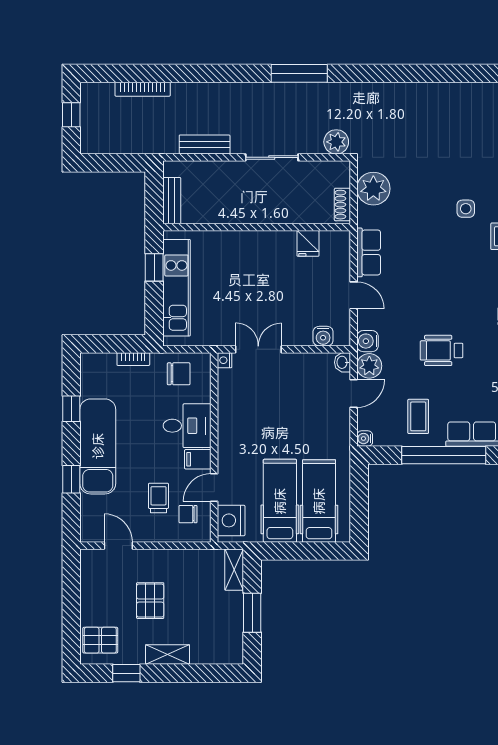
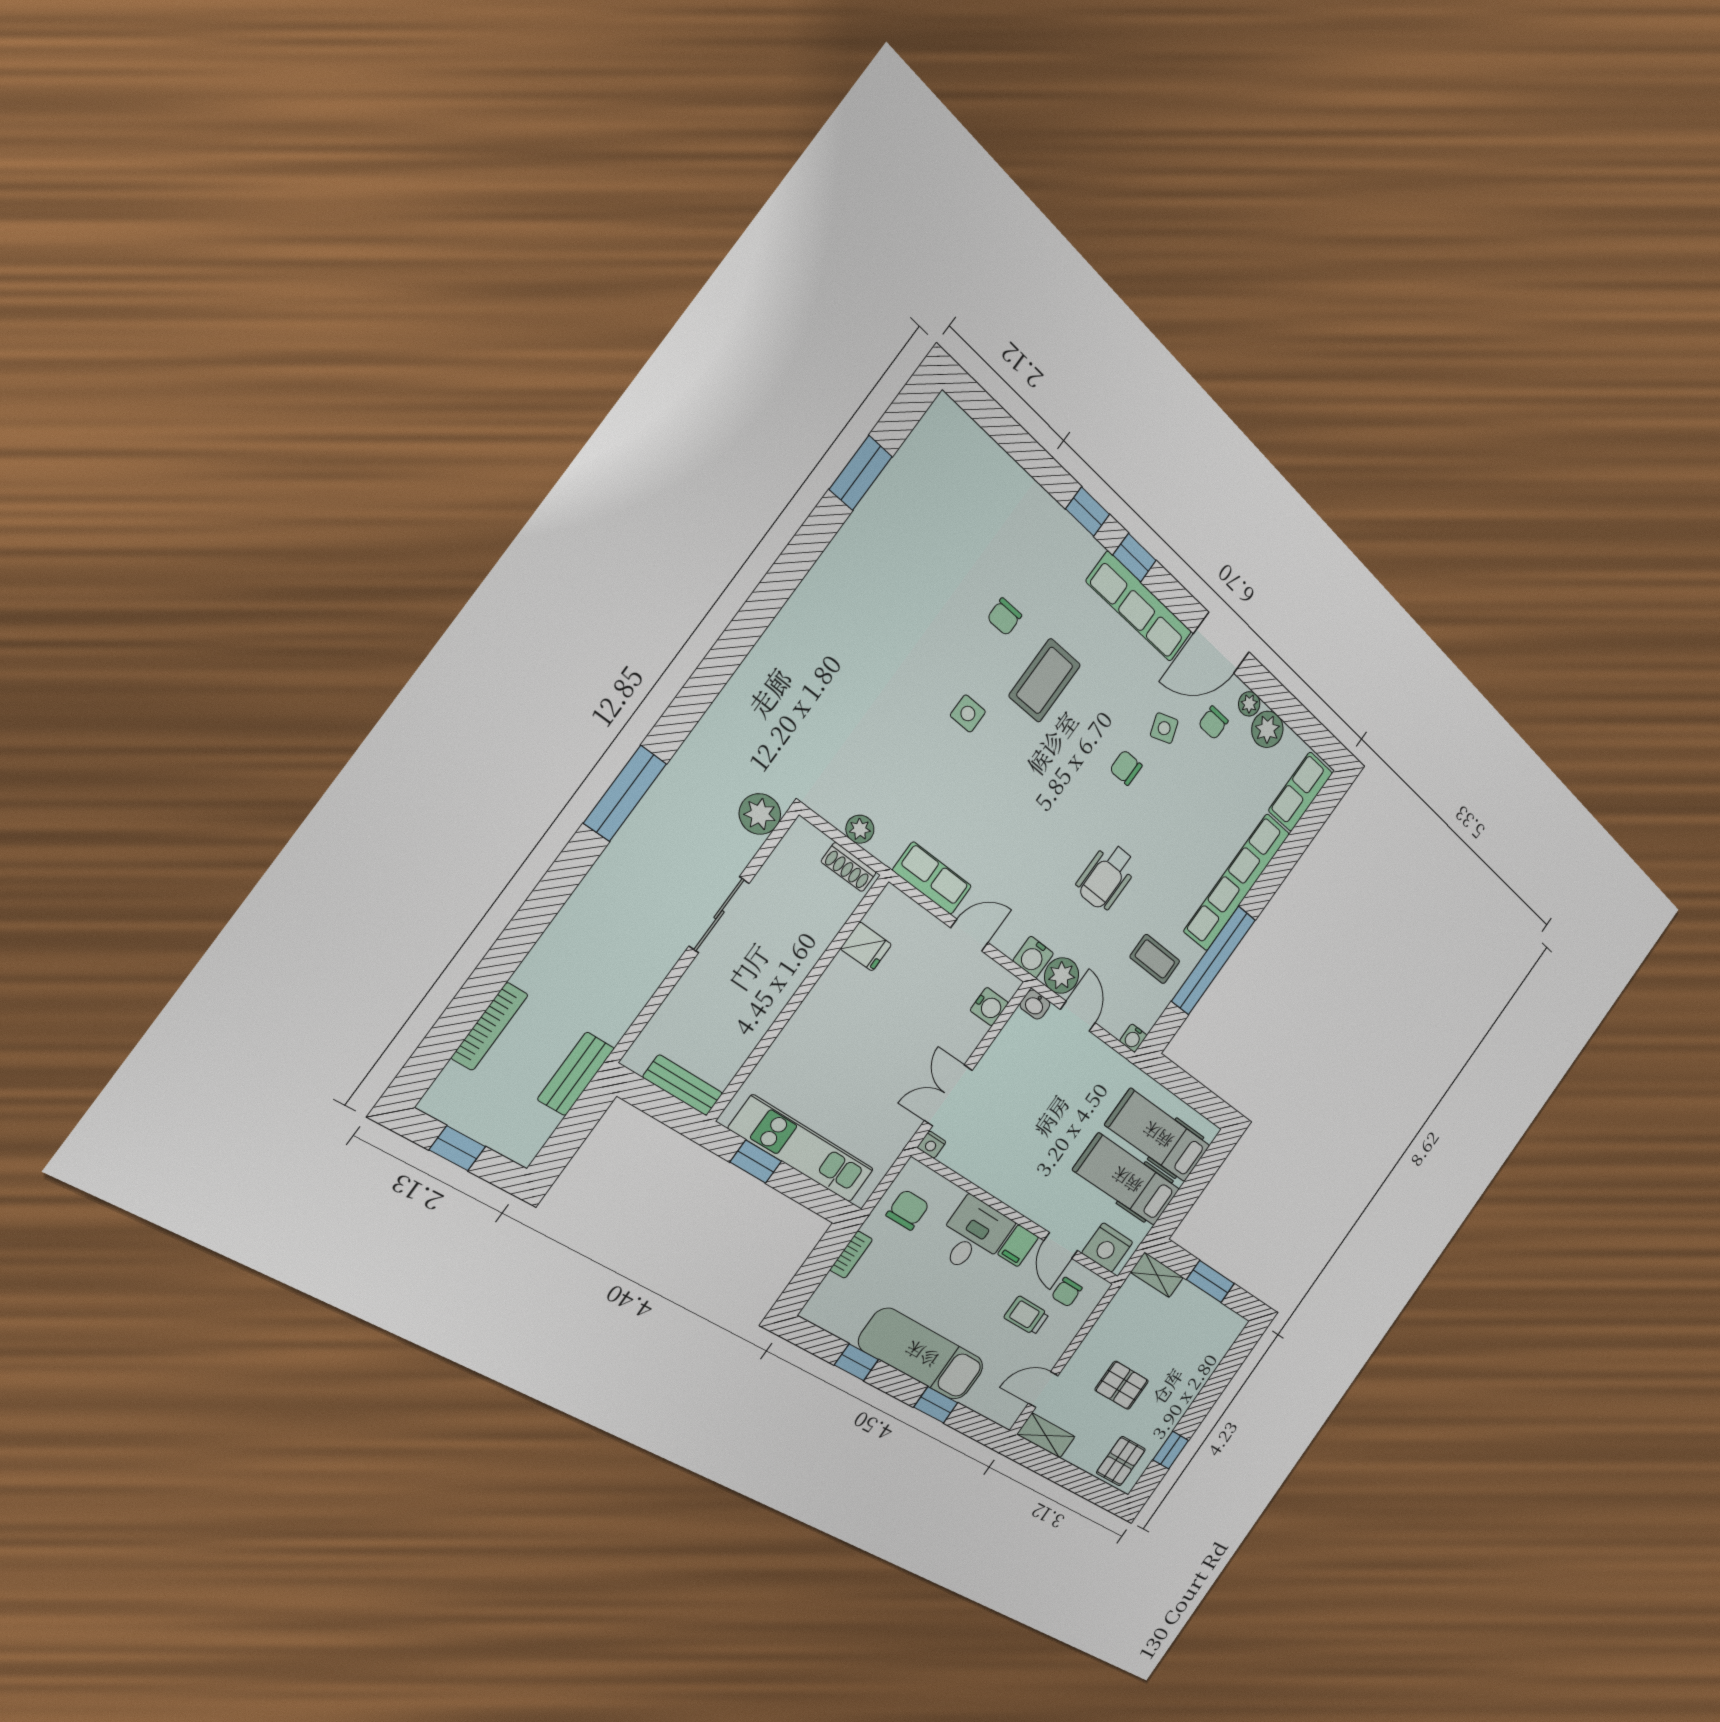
bench: (205, 145) -> (576, 1074), moved
plant: (373, 189) -> (860, 829), width x0.53, depth x0.53
shelving: (168, 655) -> (1046, 1436), moved, turned 90

